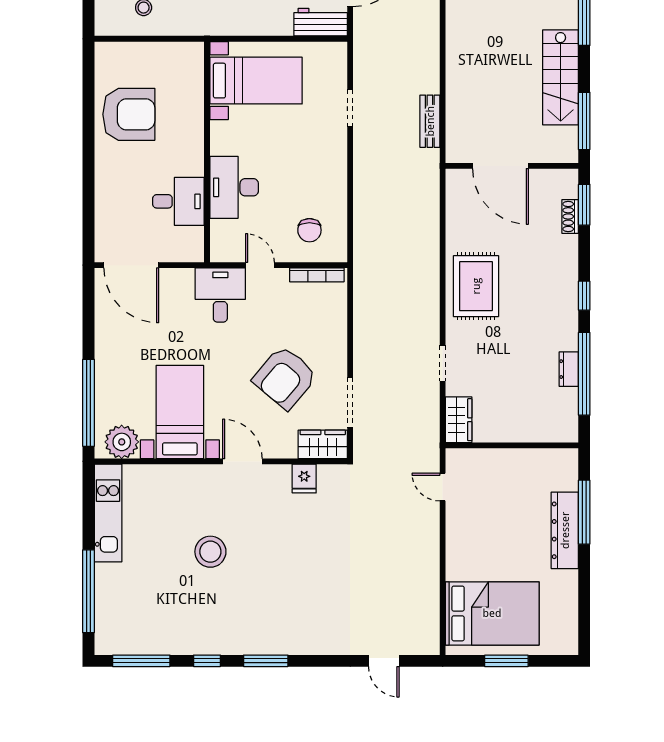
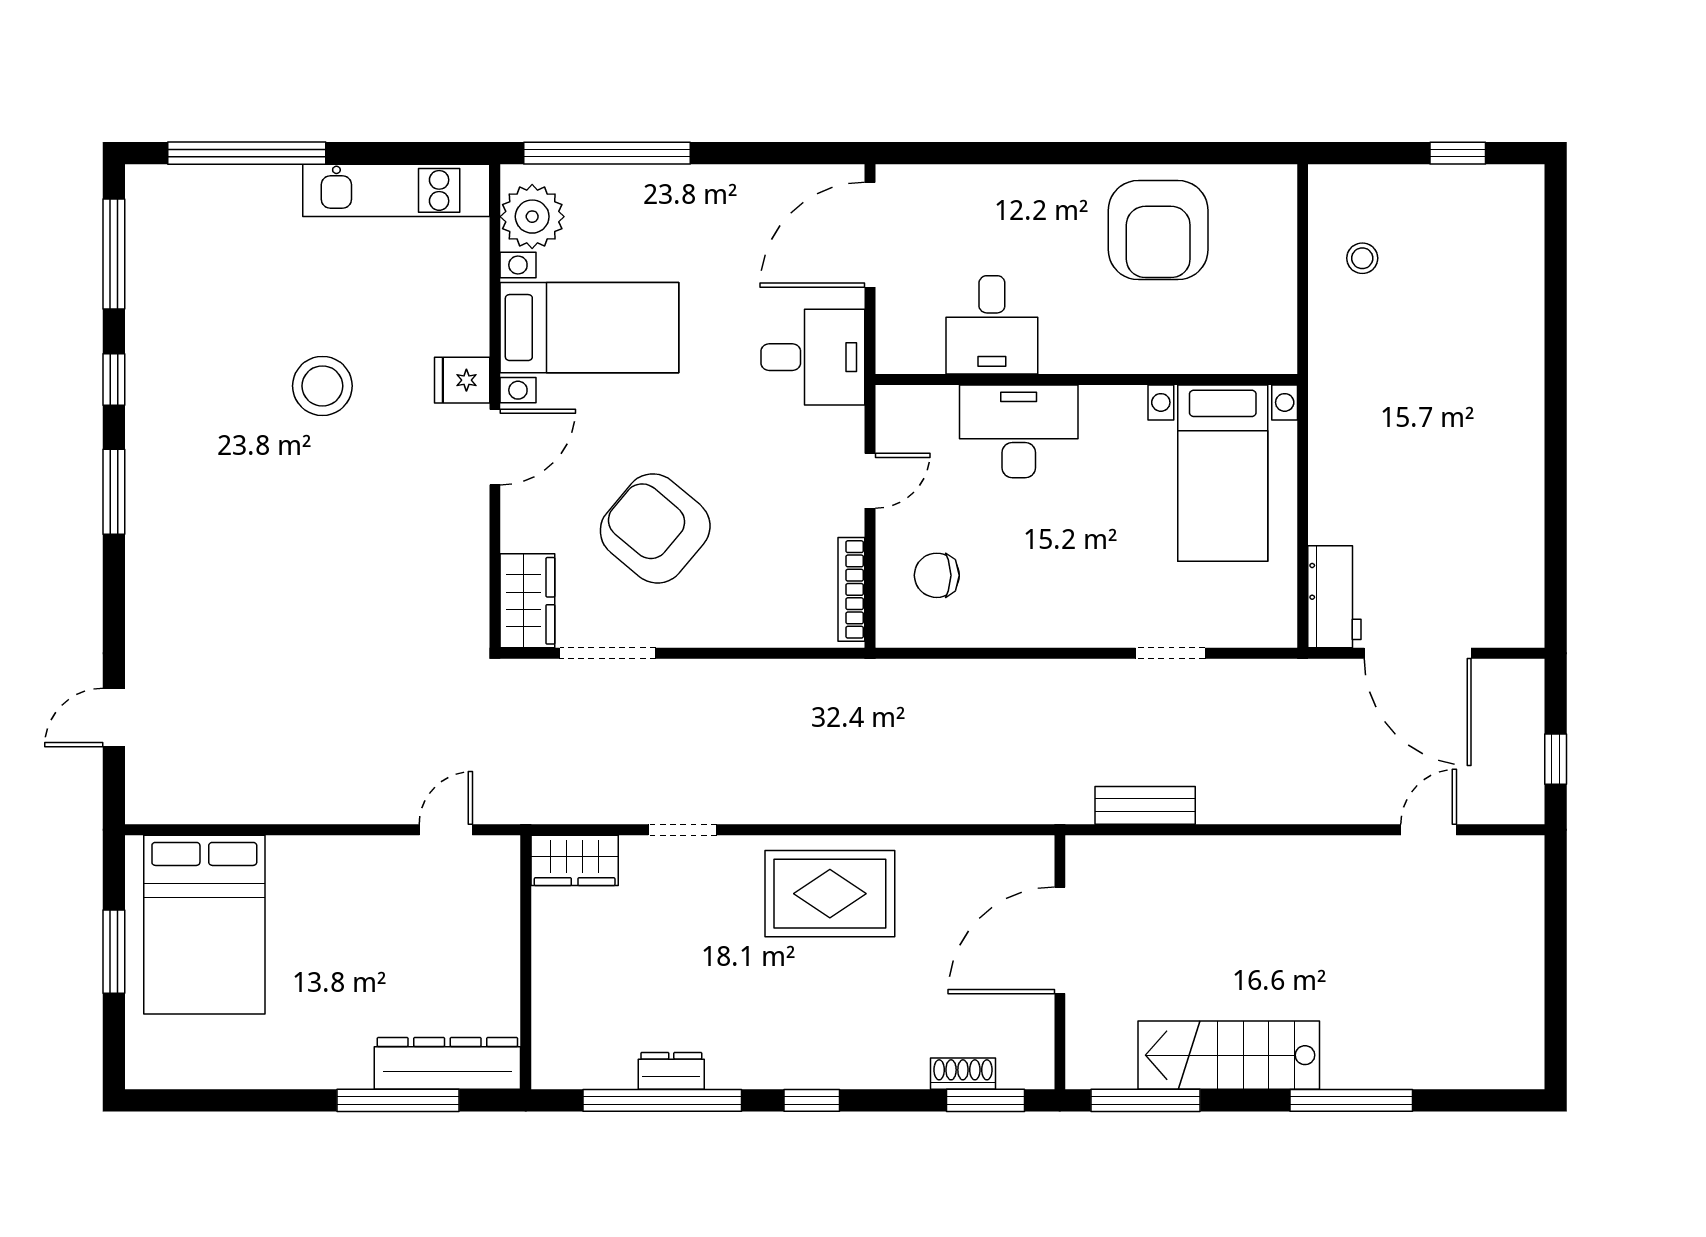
desk: (220, 295) -> (813, 357), moved
fridge: (304, 479) -> (462, 380), moved
dresser: (565, 530) -> (447, 1063), moved

